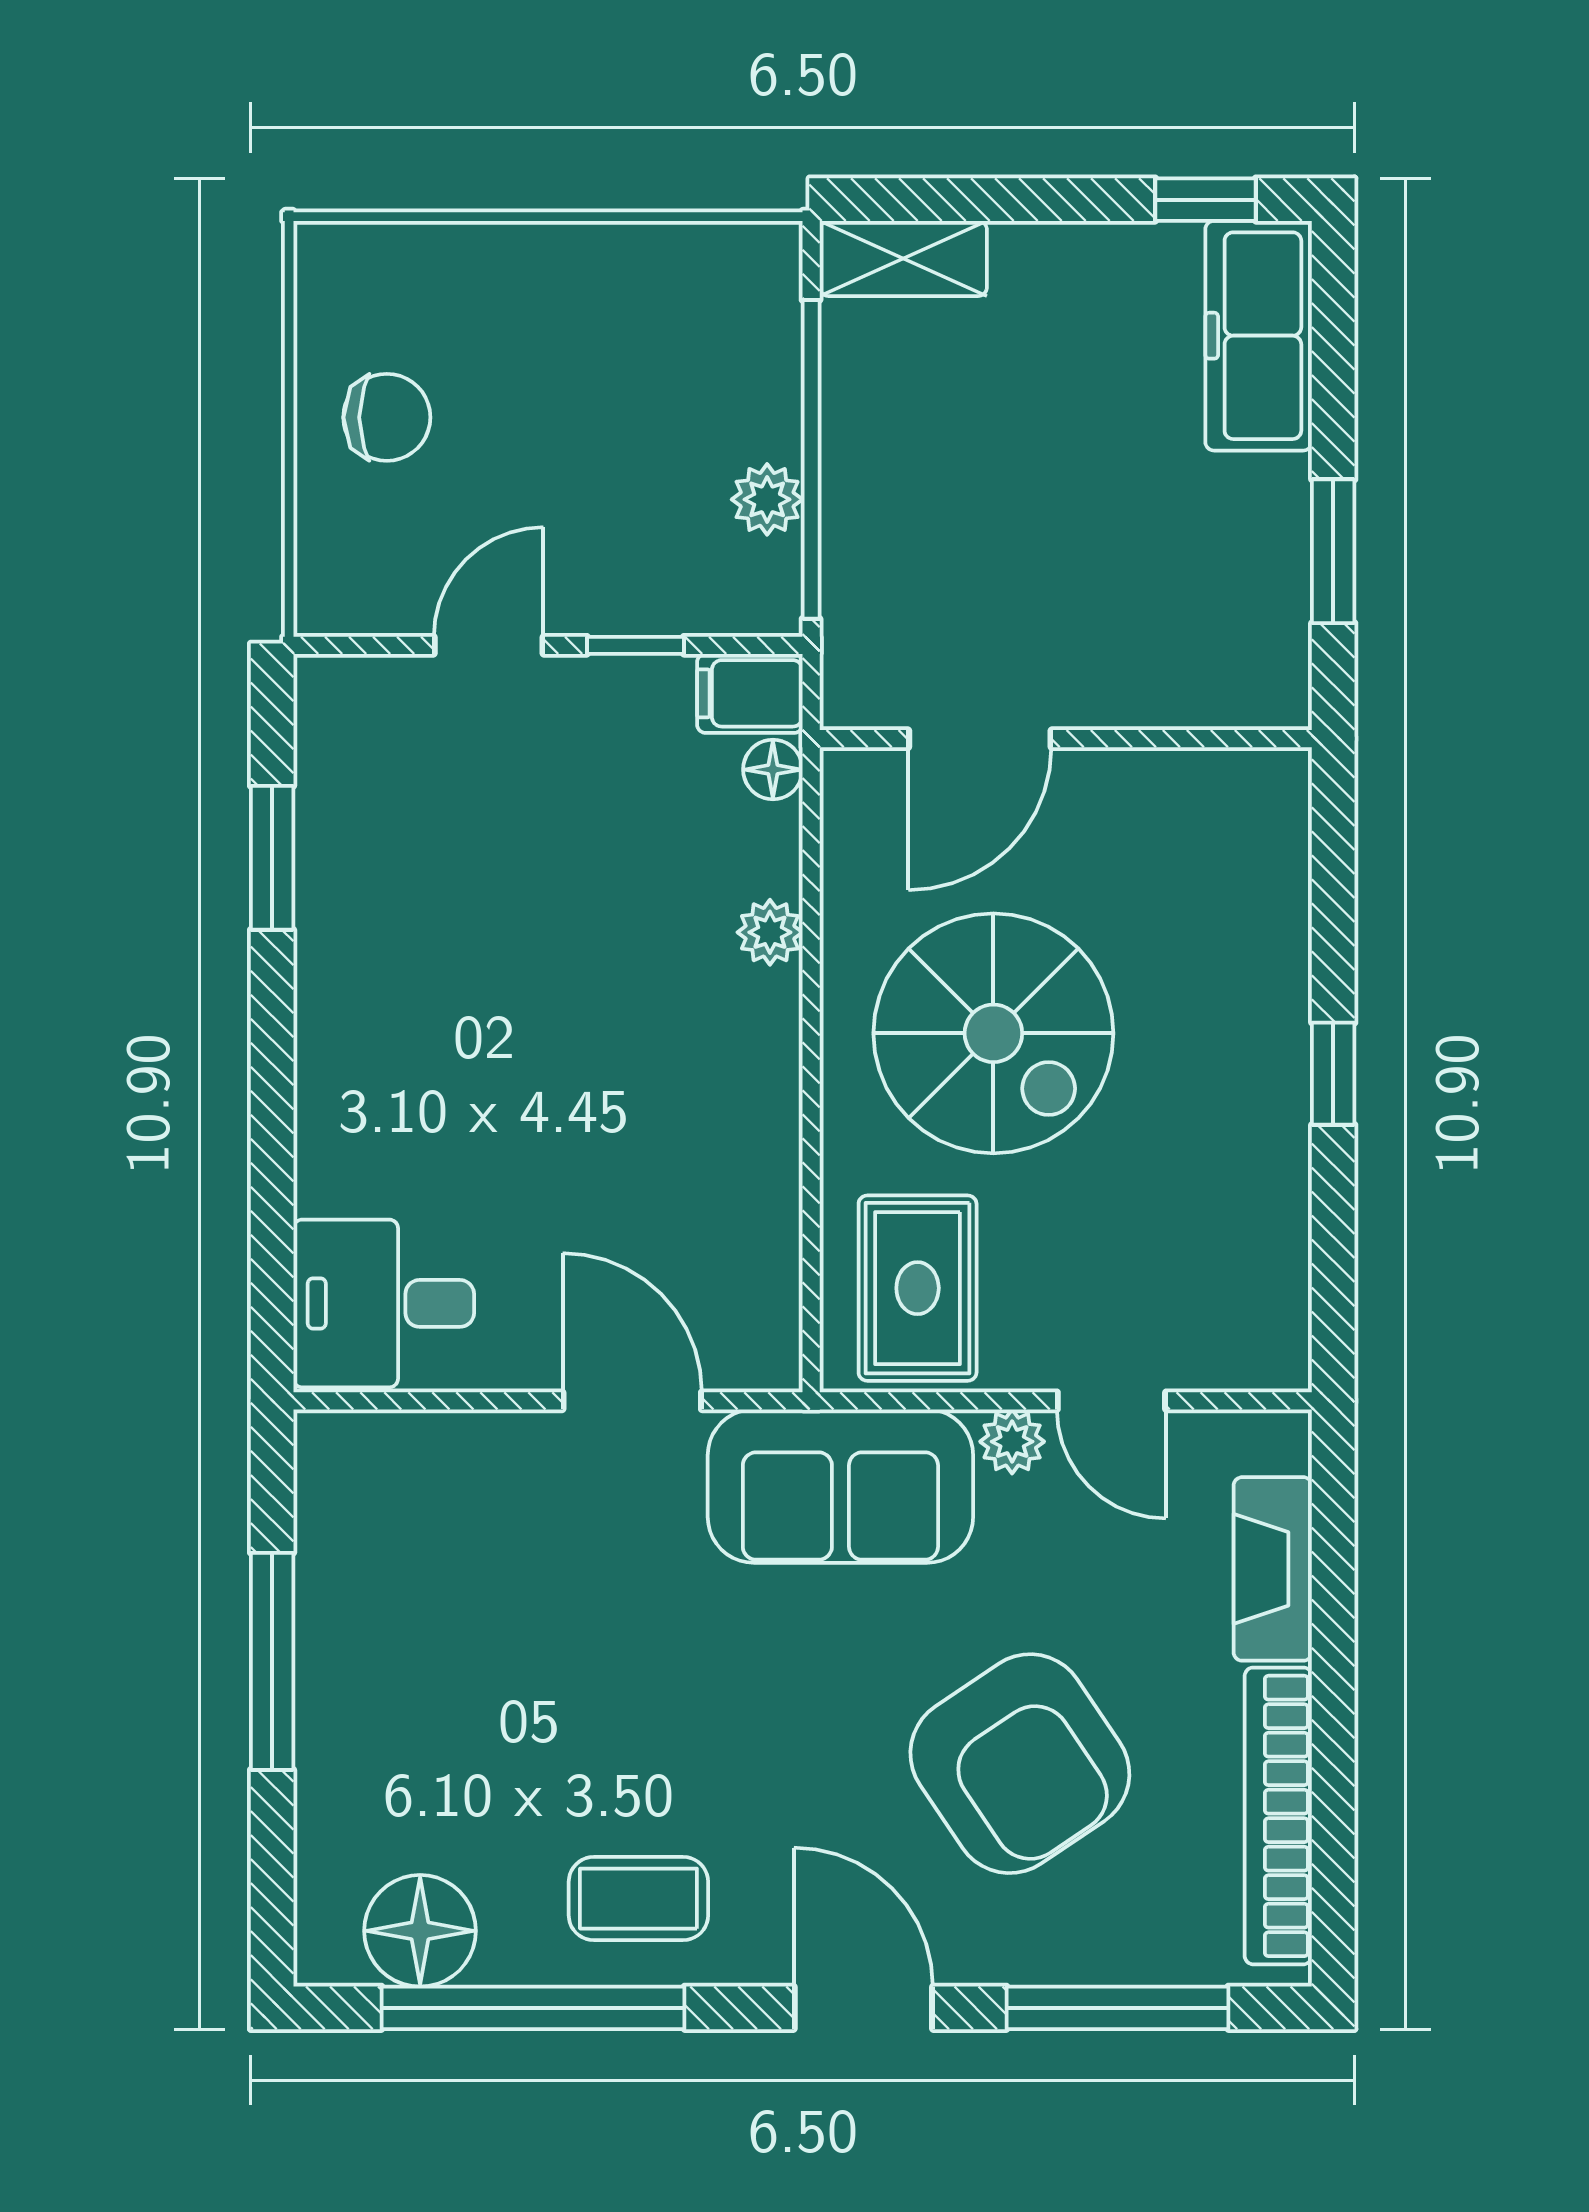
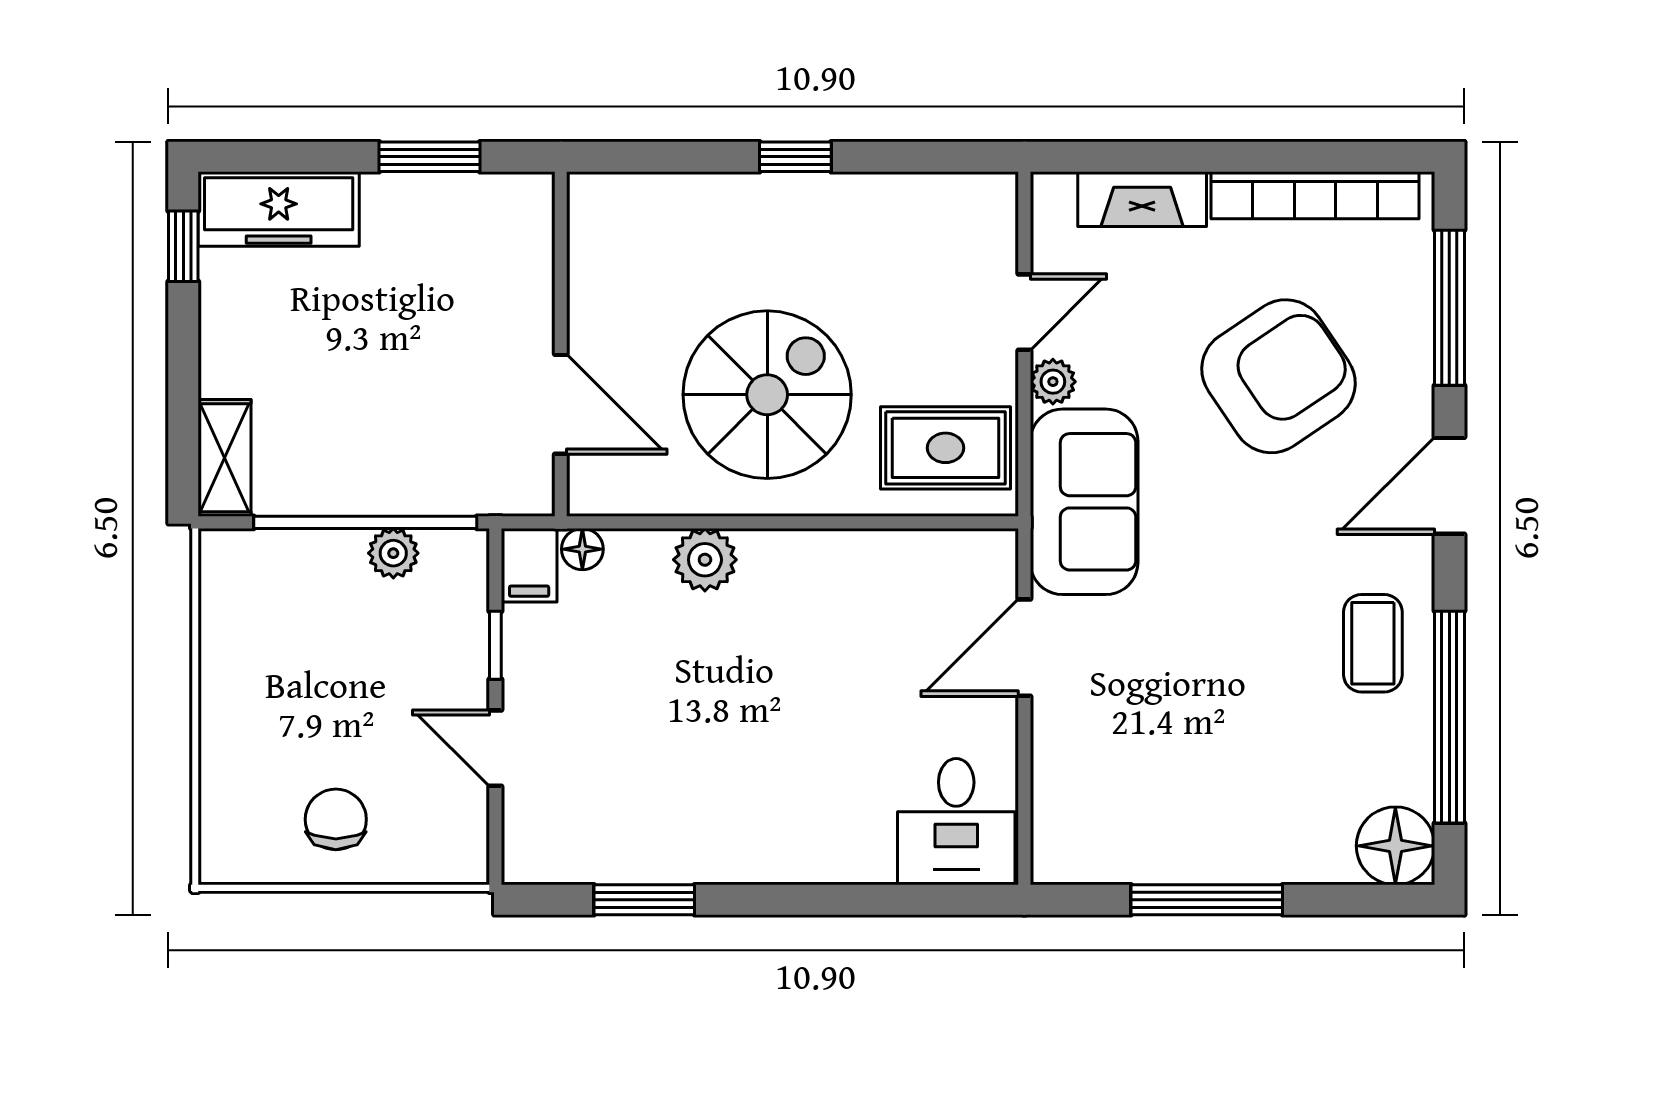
plant: (770, 932) -> (705, 560), width x1.38, depth x1.38
floor lamp: (420, 1931) -> (1395, 846), moved

